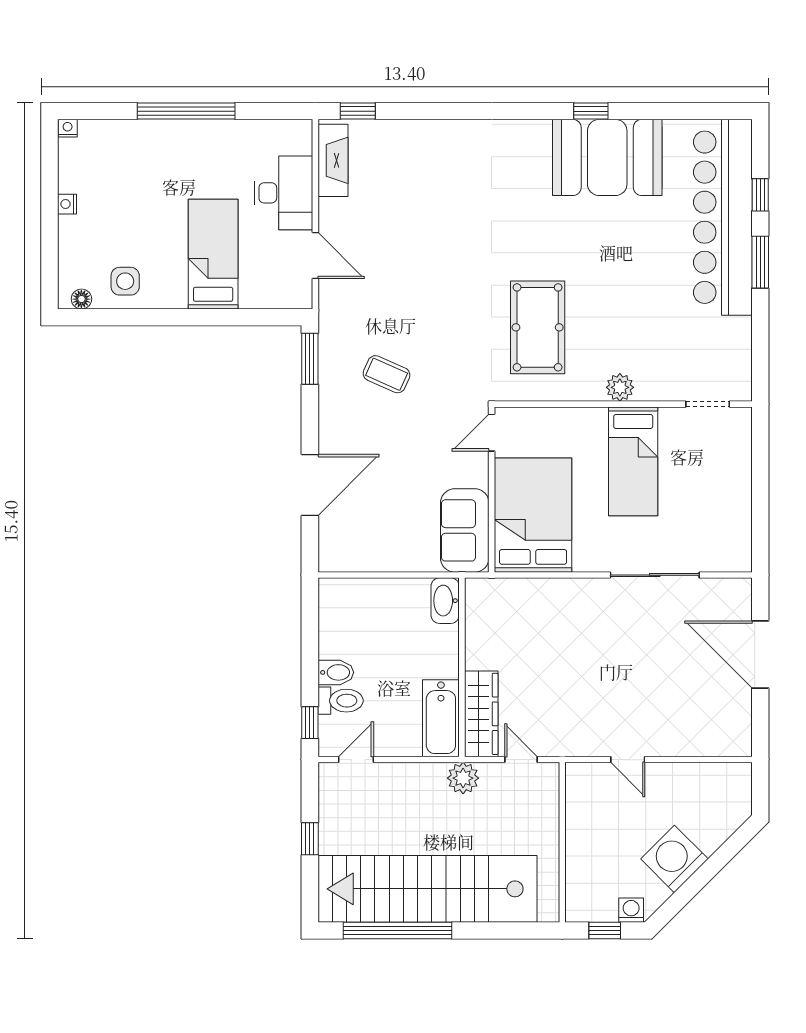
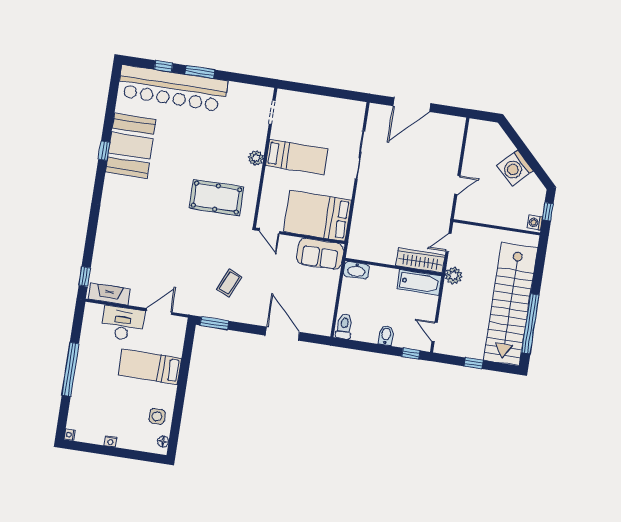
toilet: (341, 701) -> (344, 326), moved
washing machine: (631, 910) -> (535, 223), moved

